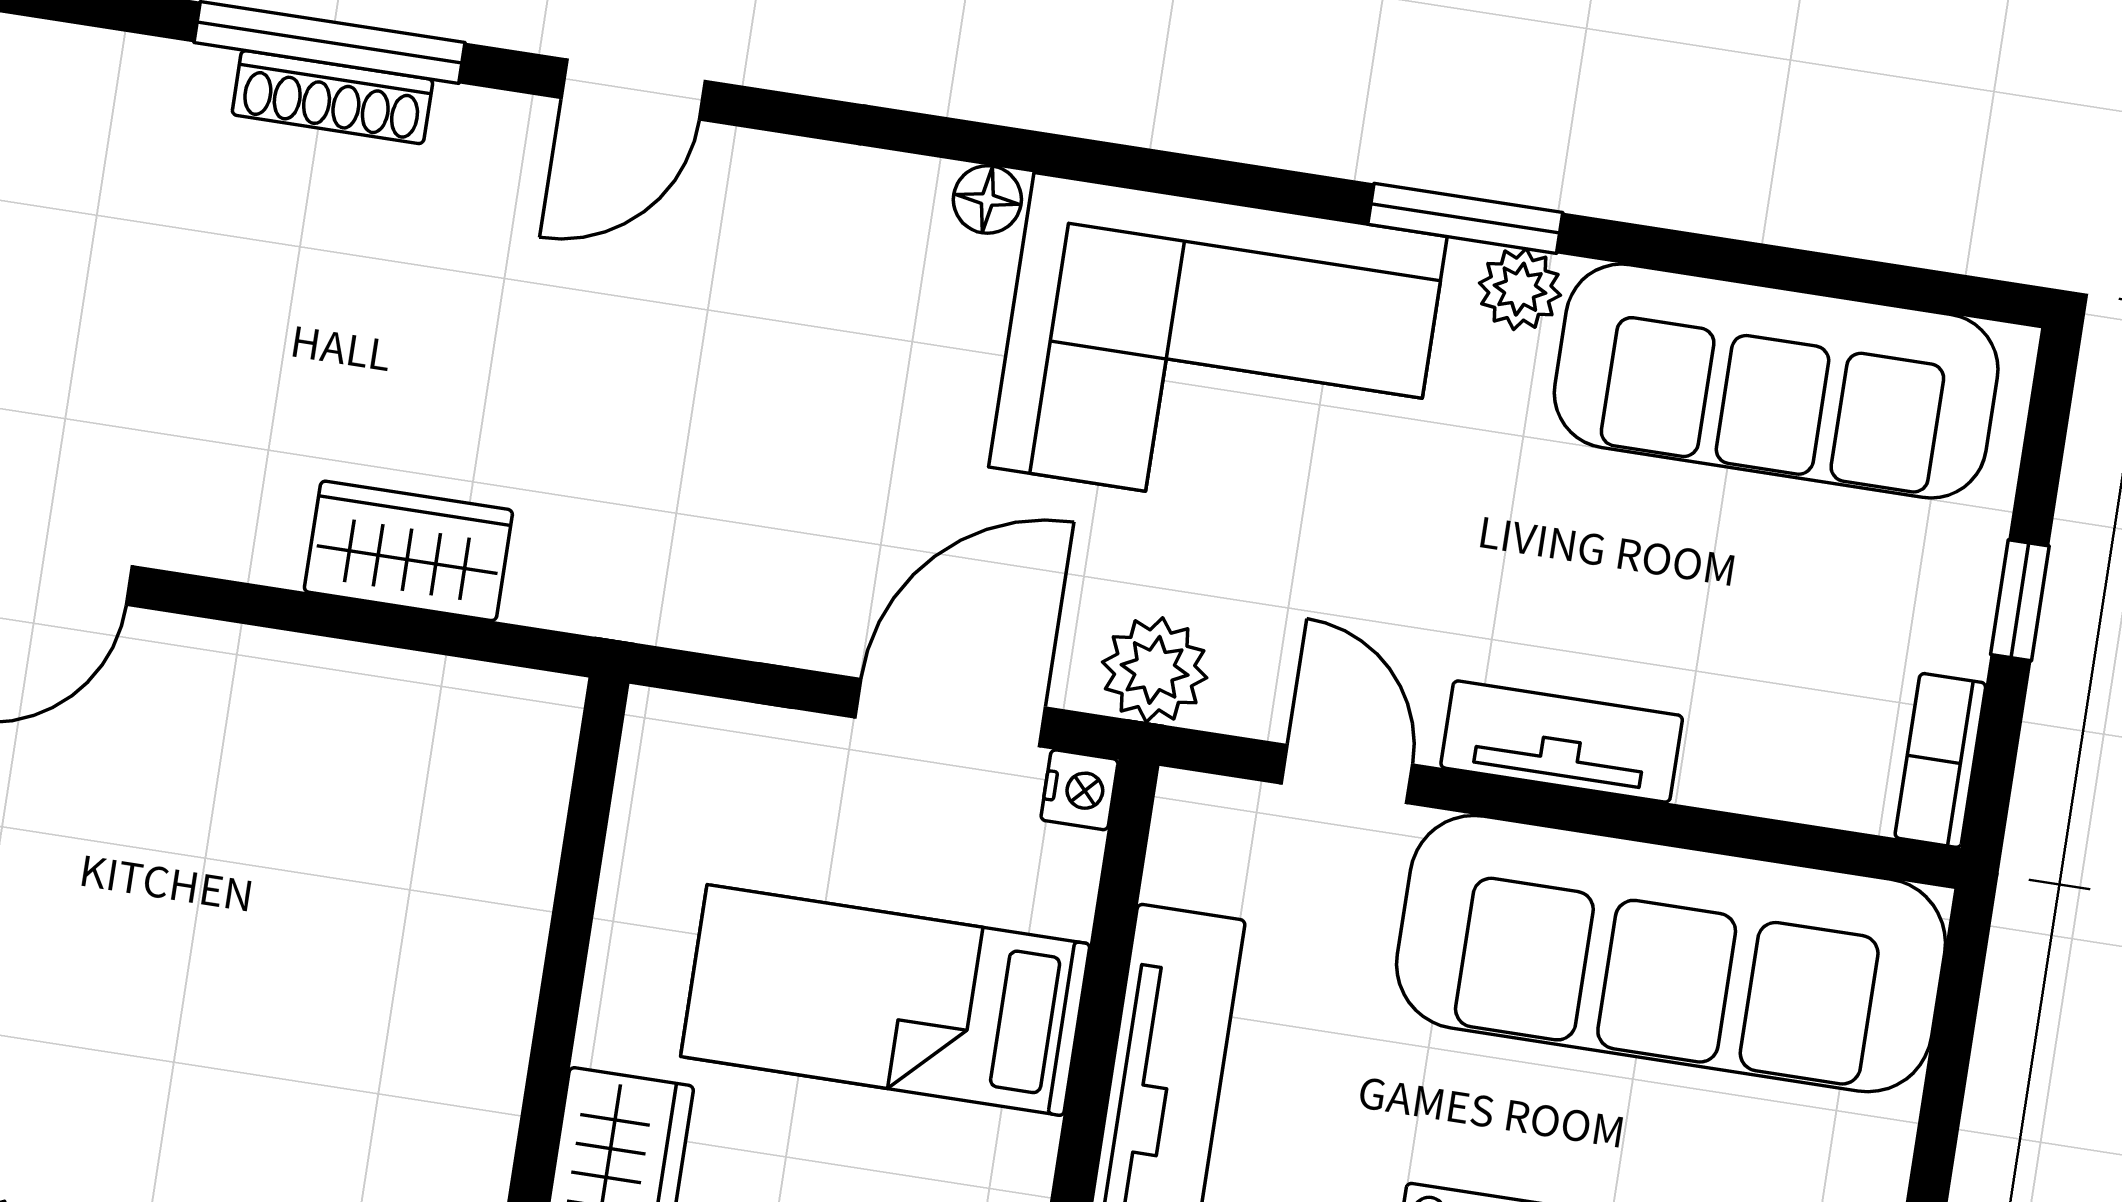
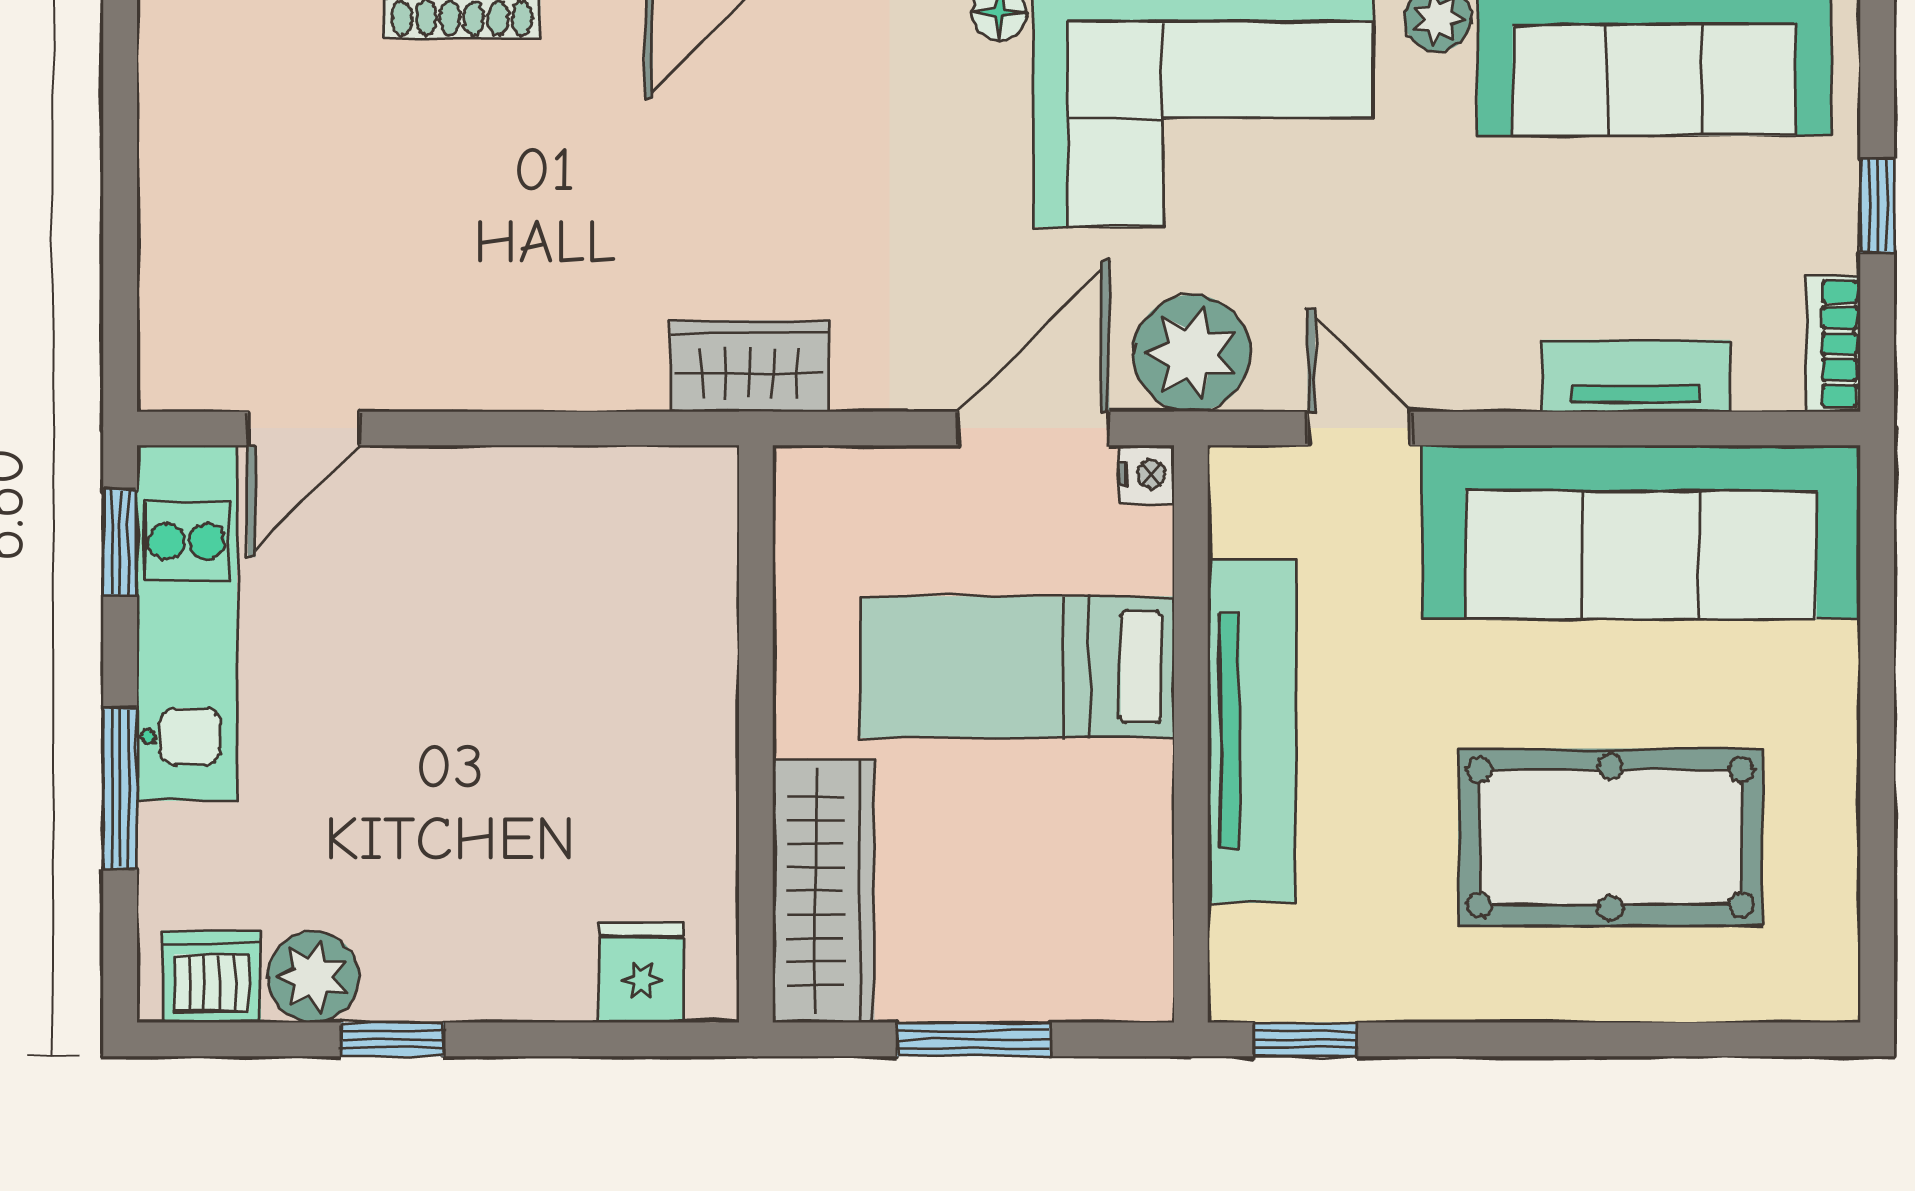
wardrobe: (408, 551) -> (749, 366), moved
plant: (1155, 670) -> (1192, 353), width x1.36, depth x1.36
tv unit: (1562, 742) -> (1636, 376), moved

